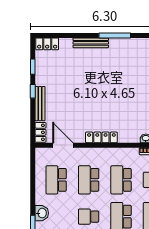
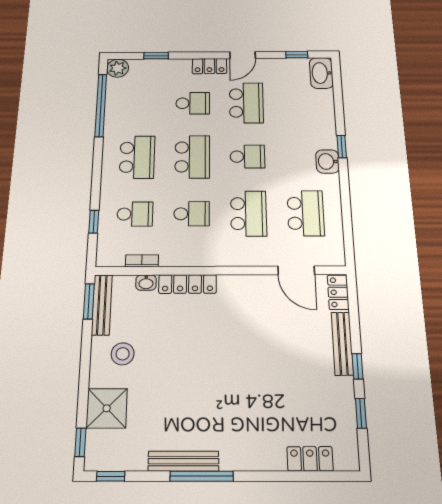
bench: (91, 43) -> (183, 461), moved
locker: (47, 44) -> (310, 459), moved
locker: (101, 137) -> (188, 284), moved
school desk: (121, 180) -> (192, 214), width x0.54

